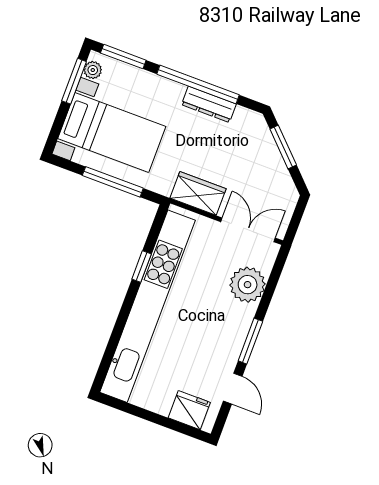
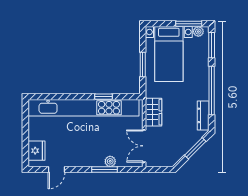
dresser: (209, 104) -> (203, 115), moved
window: (113, 182) -> (143, 64), width x0.69
double door: (248, 230) -> (144, 146), swing flipped
plant: (248, 285) -> (110, 161), width x0.53, depth x0.53
window: (250, 341) -> (105, 169), moved

